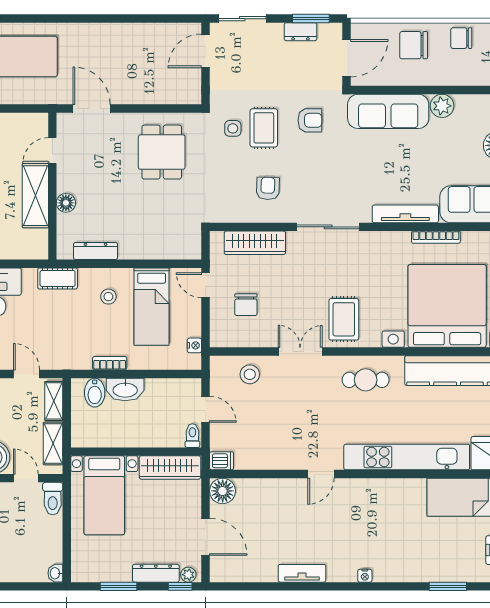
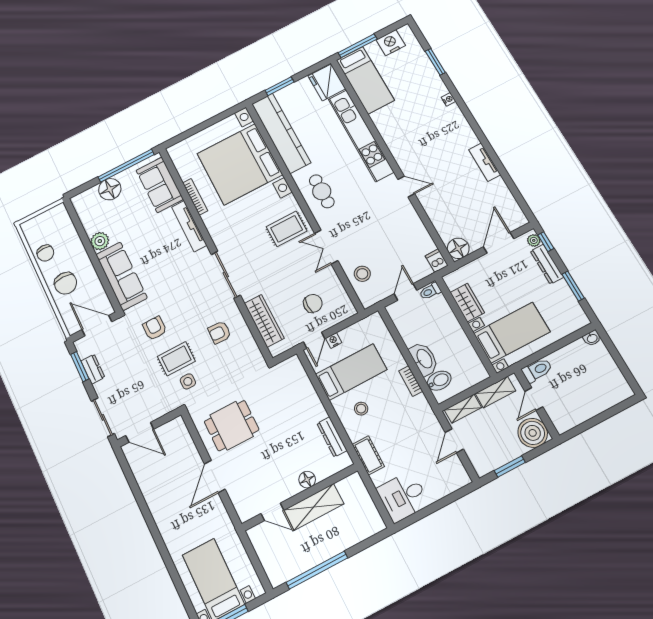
door: (92, 108) -> (215, 476), moved
nightstand: (194, 345) -> (334, 340), moved
wardrobe: (170, 467) -> (467, 303), width x0.67
nightstand: (365, 576) -> (449, 99), moved

